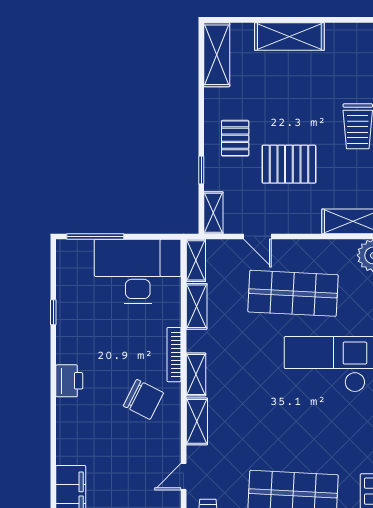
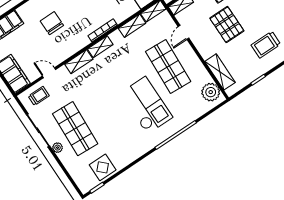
chair: (143, 399) -> (52, 23), moved, turned 153

